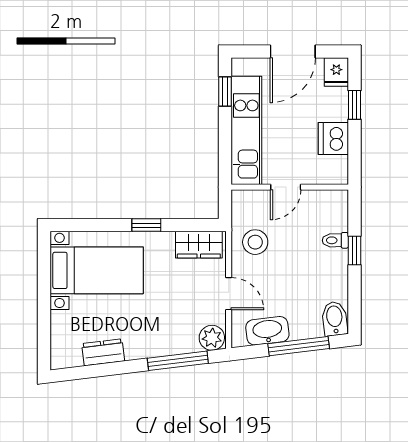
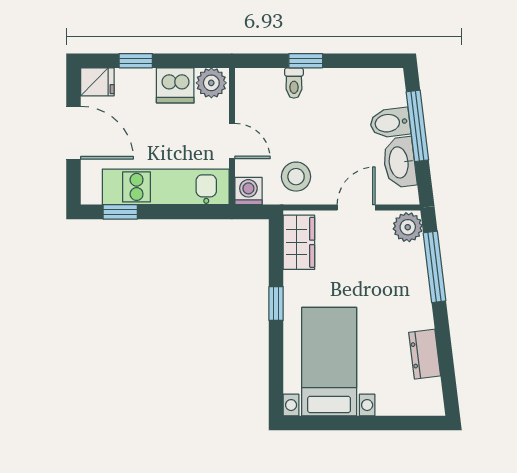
plant: (335, 170) -> (211, 83), added
washing machine: (243, 201) -> (248, 191), added
bidet: (335, 319) -> (390, 123), moved

